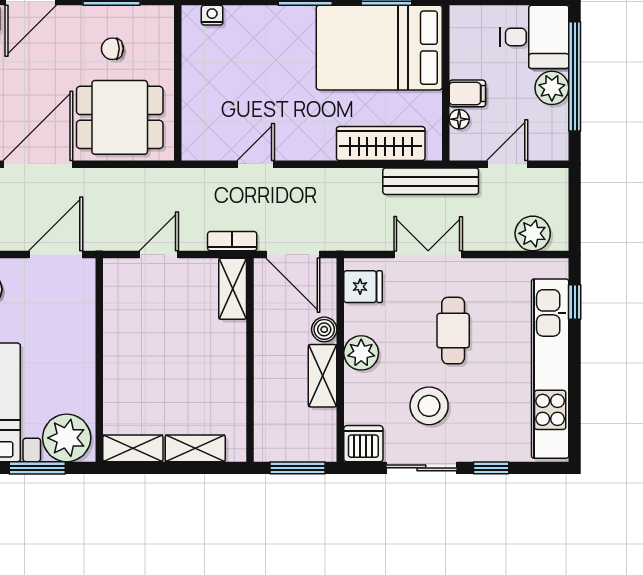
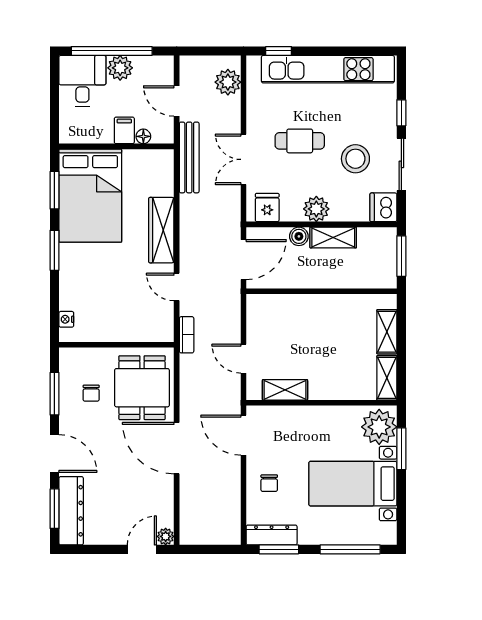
wardrobe: (381, 144) -> (161, 230), moved
bookcase: (232, 241) -> (187, 335), moved, turned 180
shelving: (233, 289) -> (285, 390), moved

